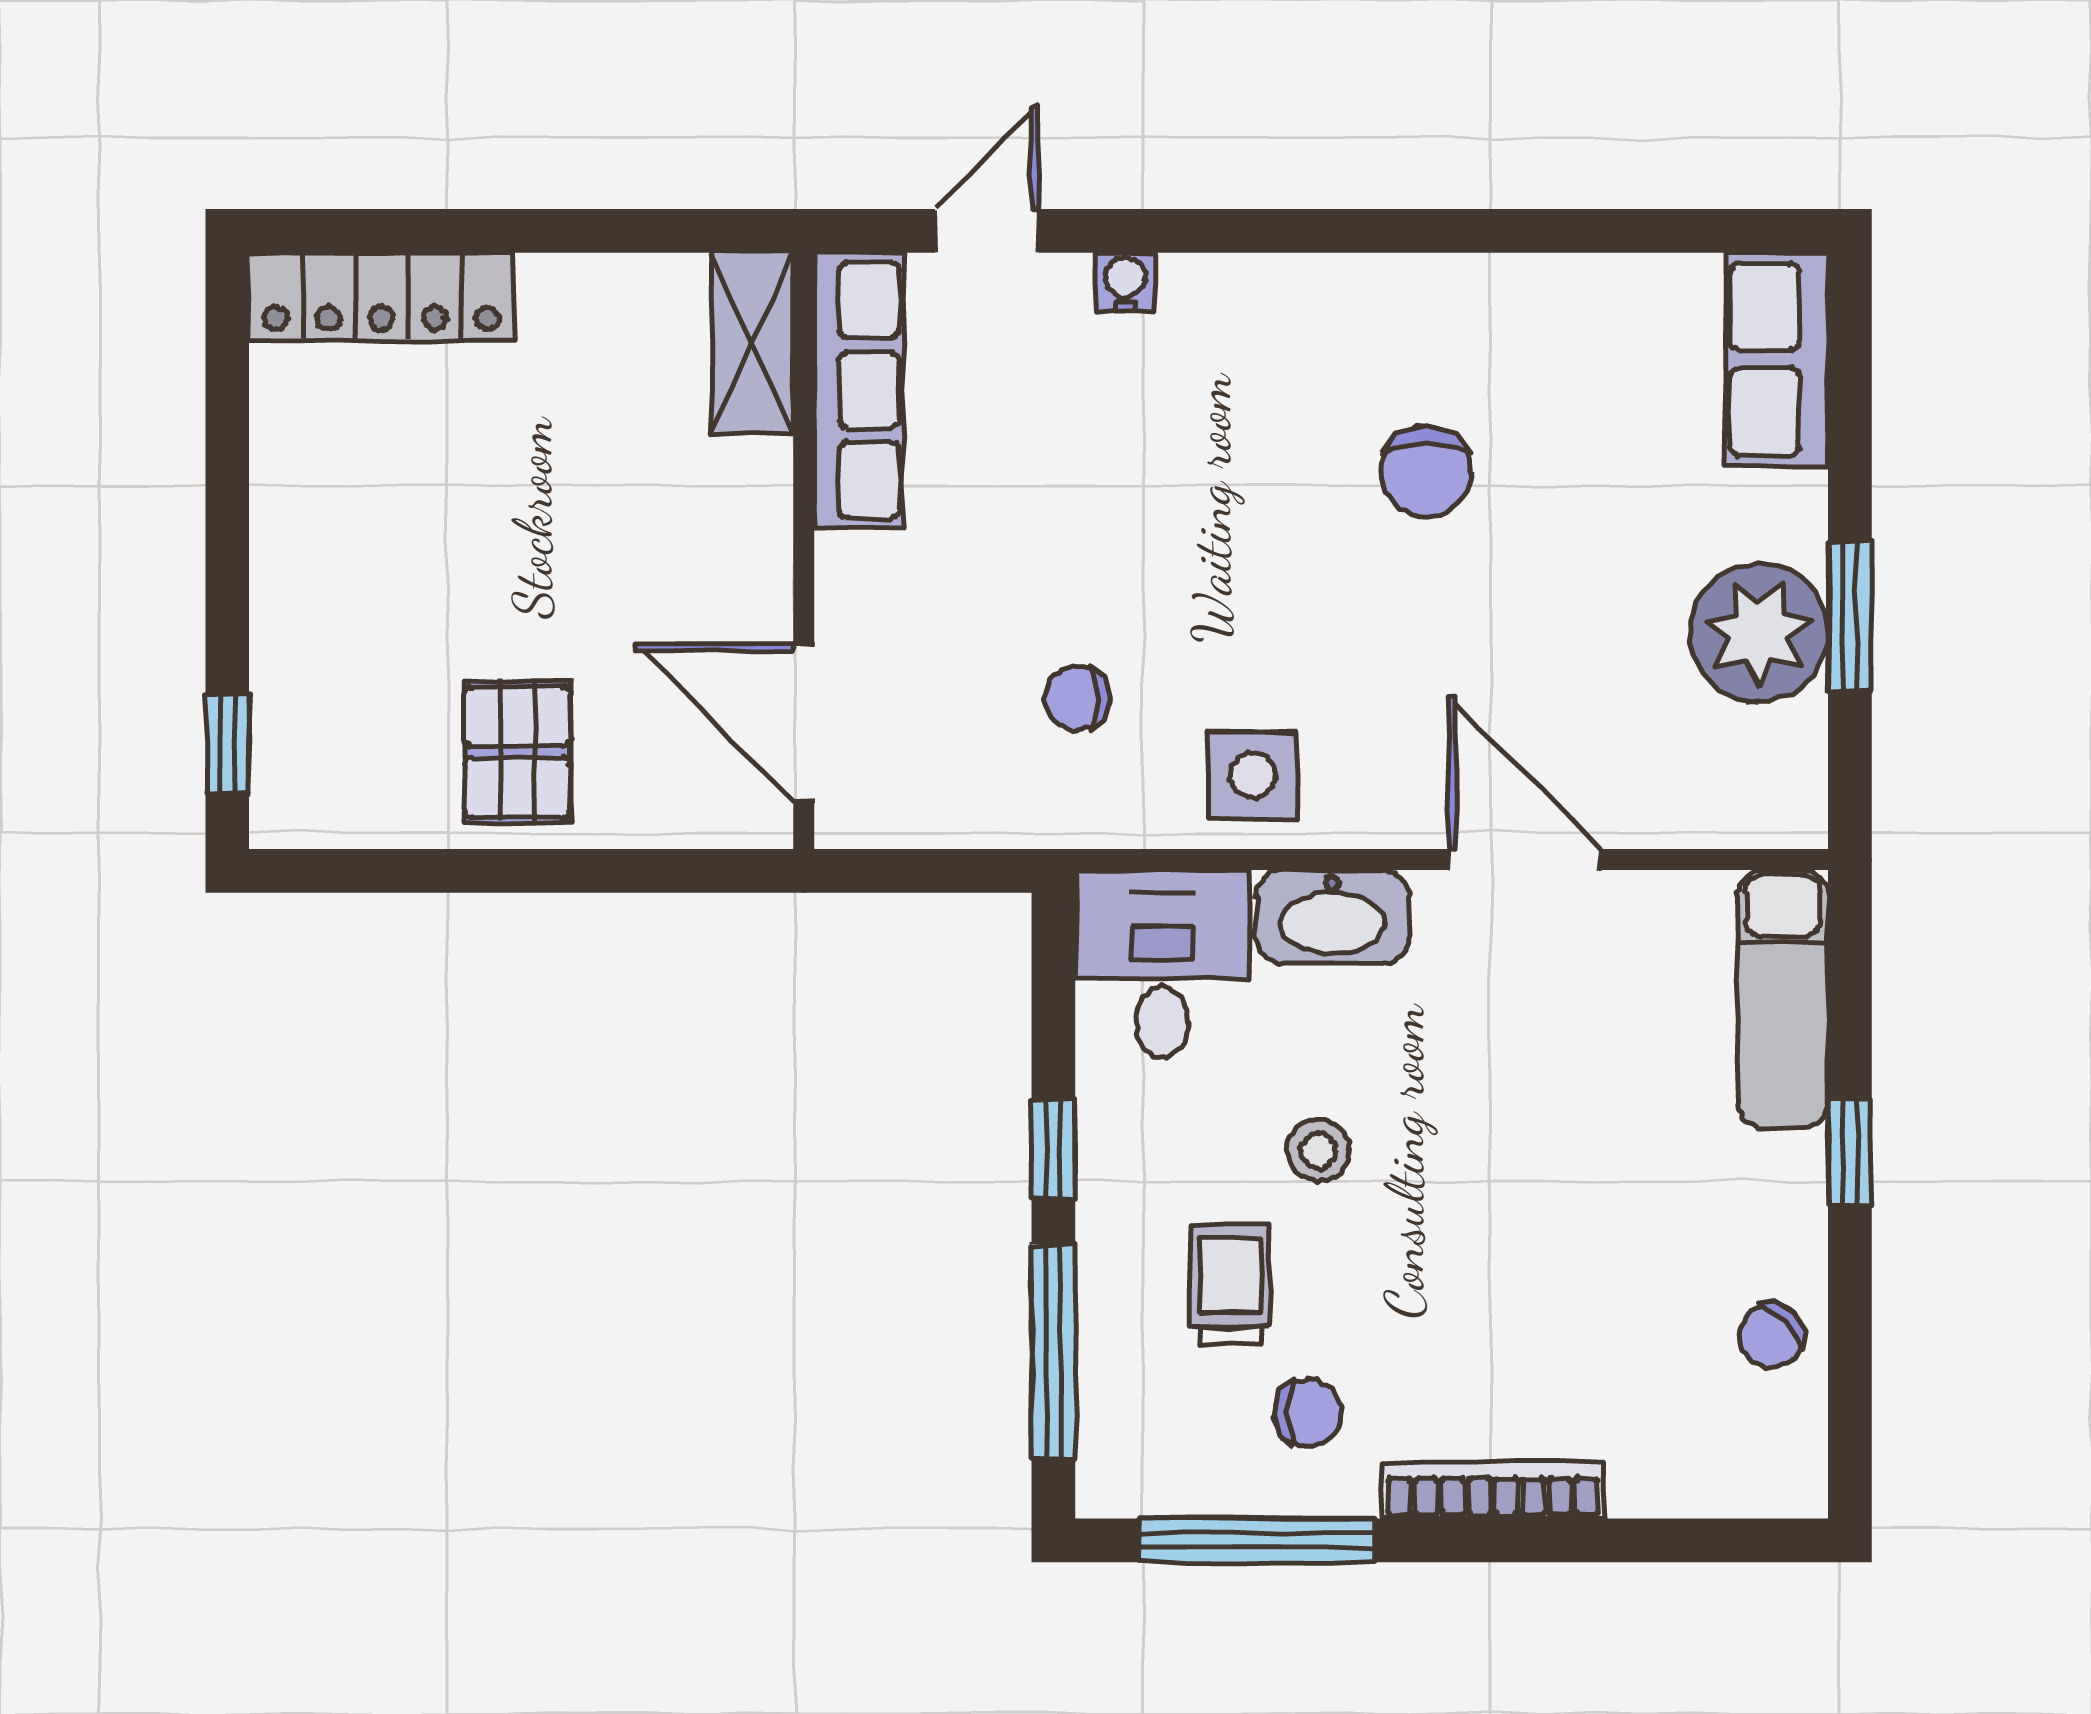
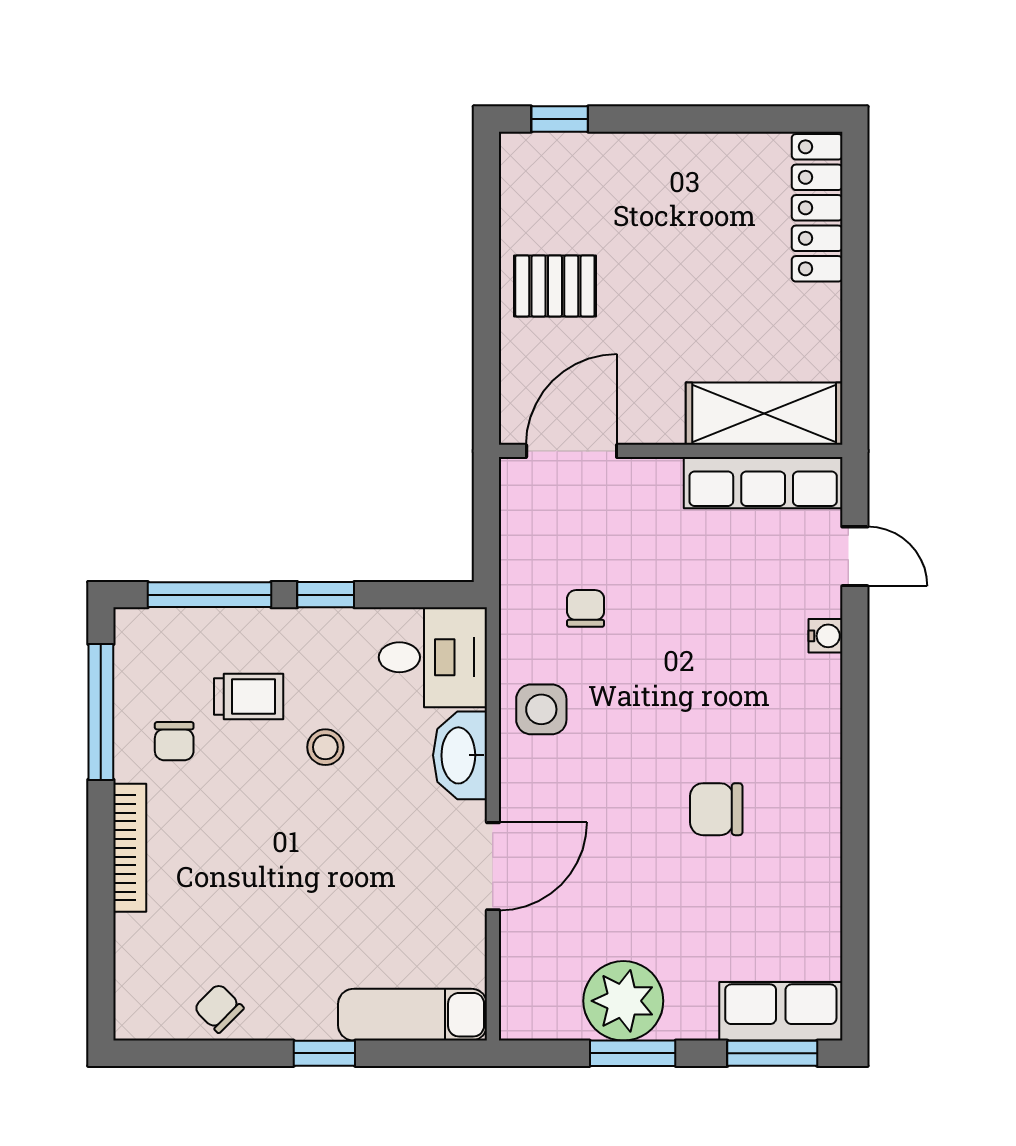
shelving: (753, 343) -> (764, 414), width x1.50, depth x1.33
window: (1850, 374) -> (772, 1053), added

